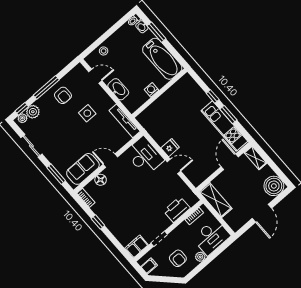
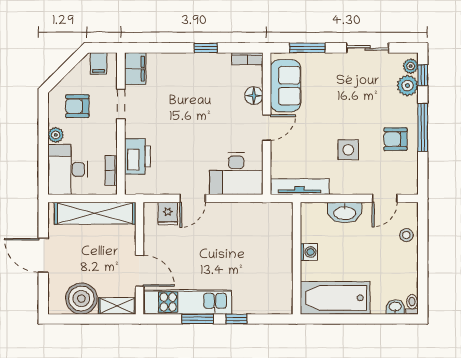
window: (156, 32) -> (373, 319), removed
fridge: (170, 148) -> (168, 214), moved
boiler: (274, 186) -> (81, 299), moved
shelving: (216, 200) -> (95, 213), width x1.47

